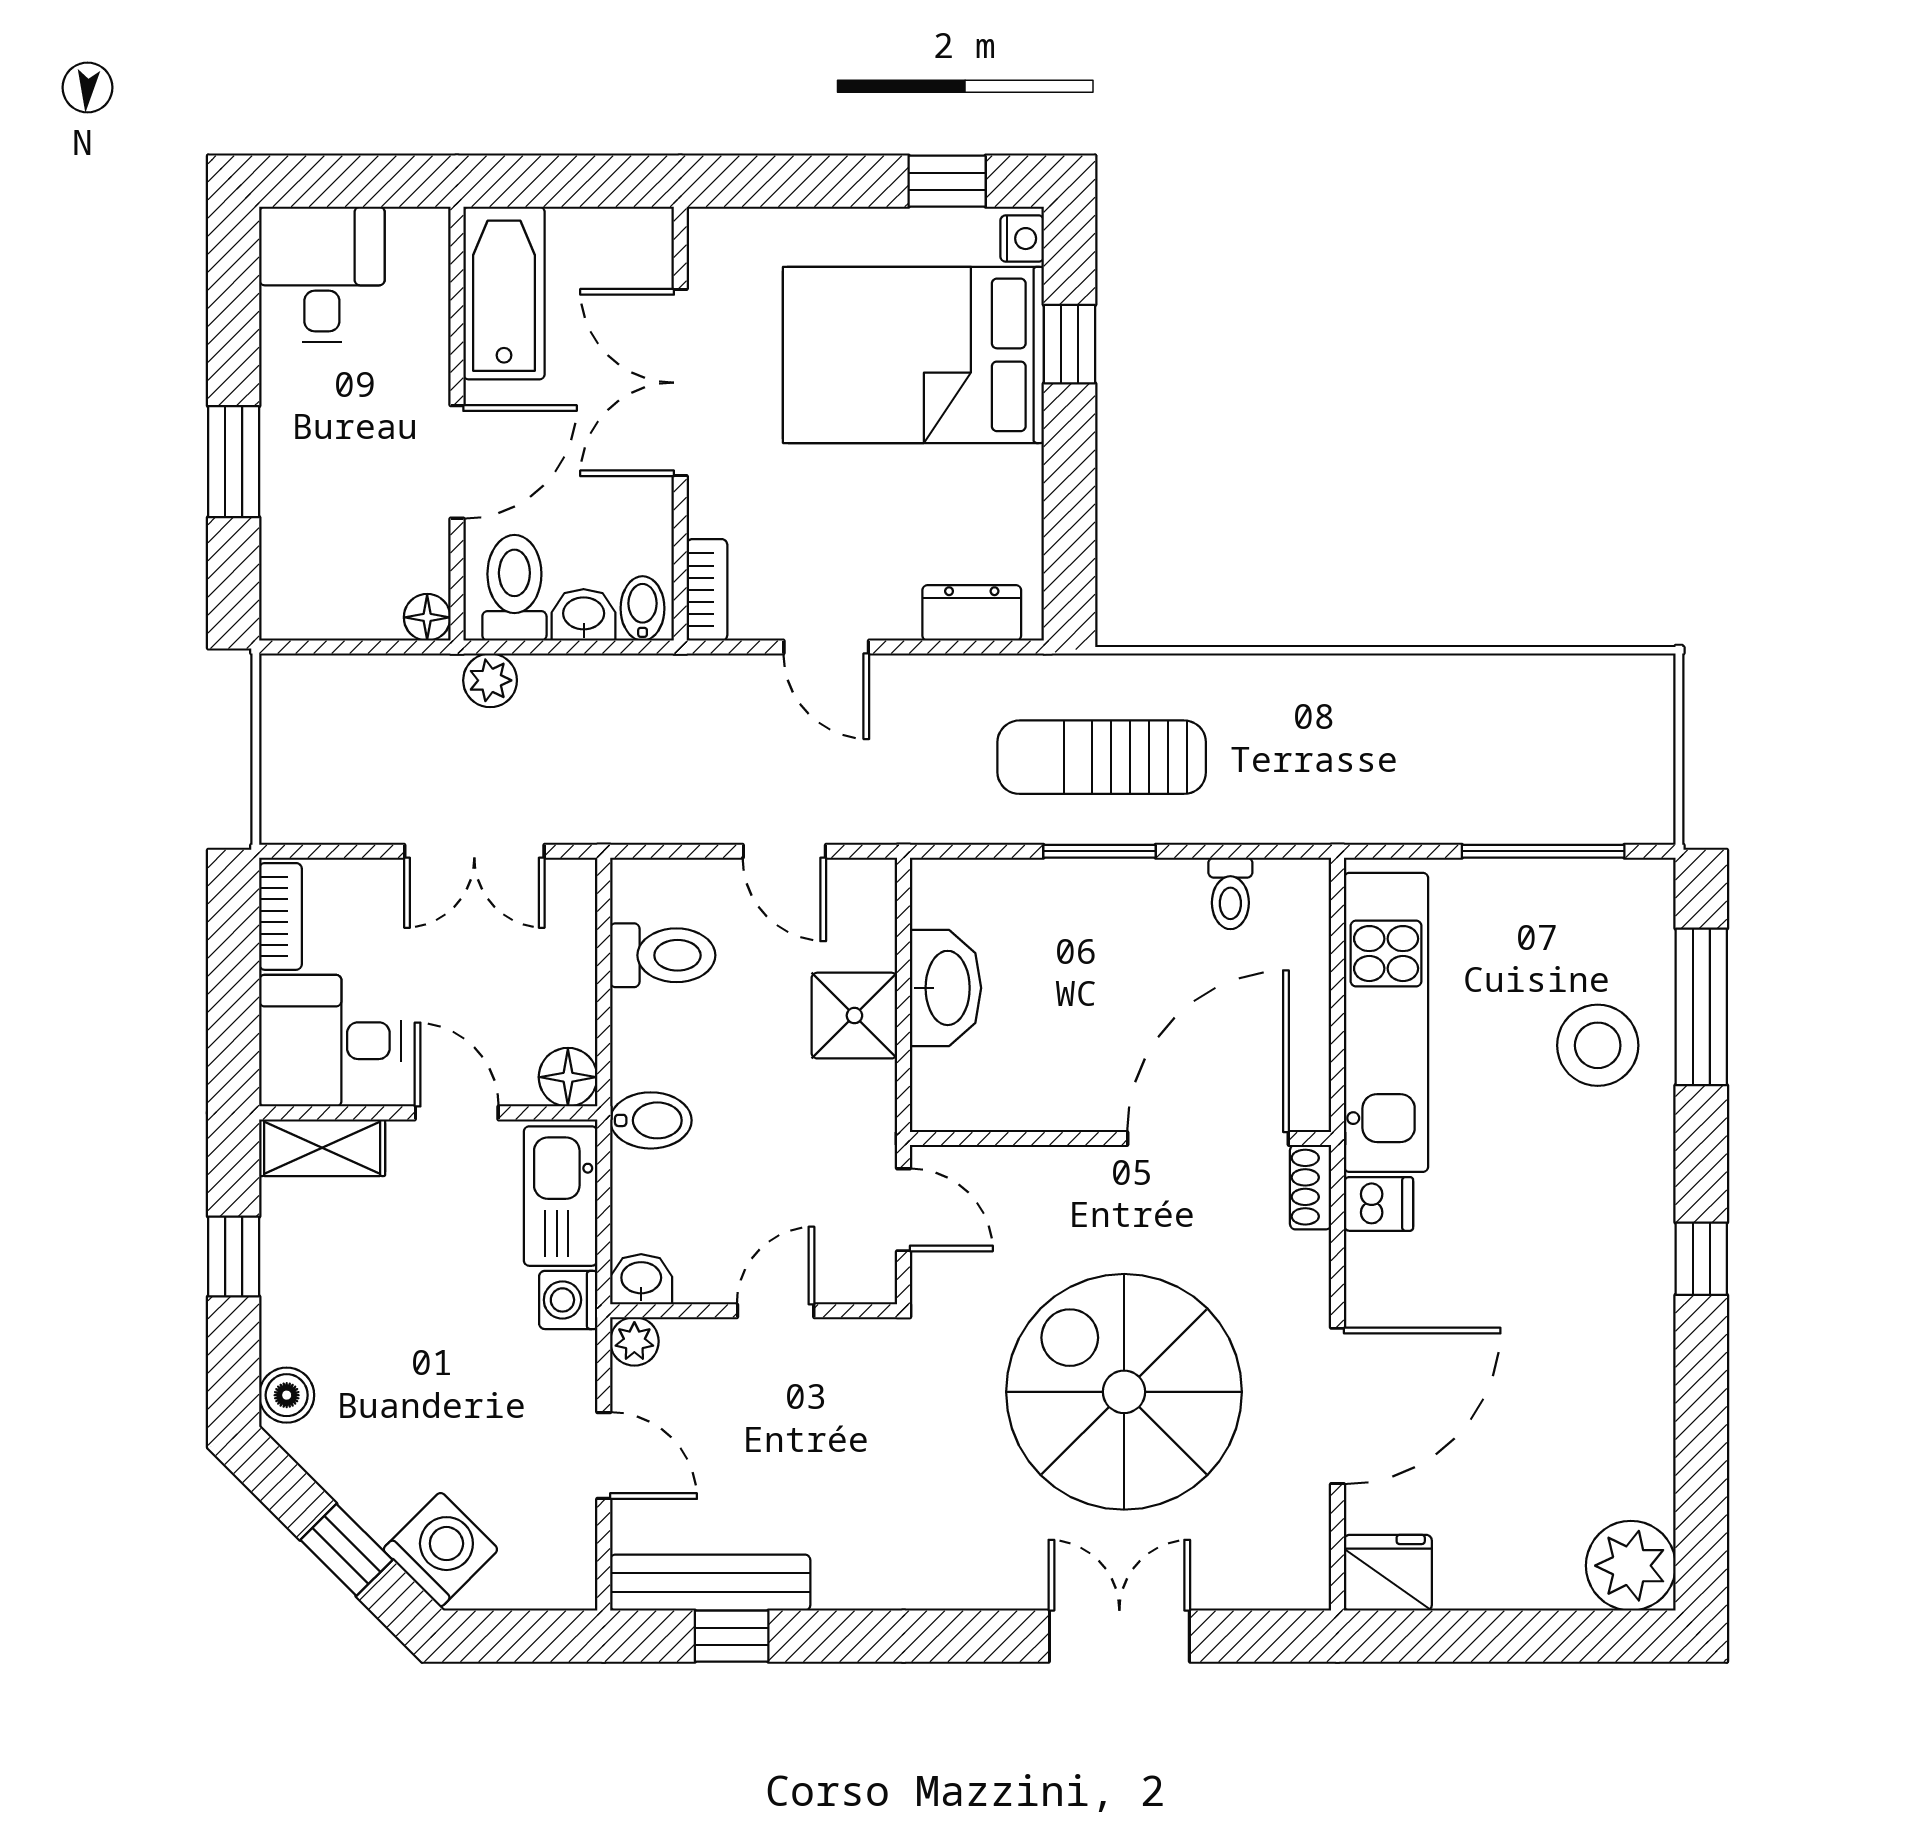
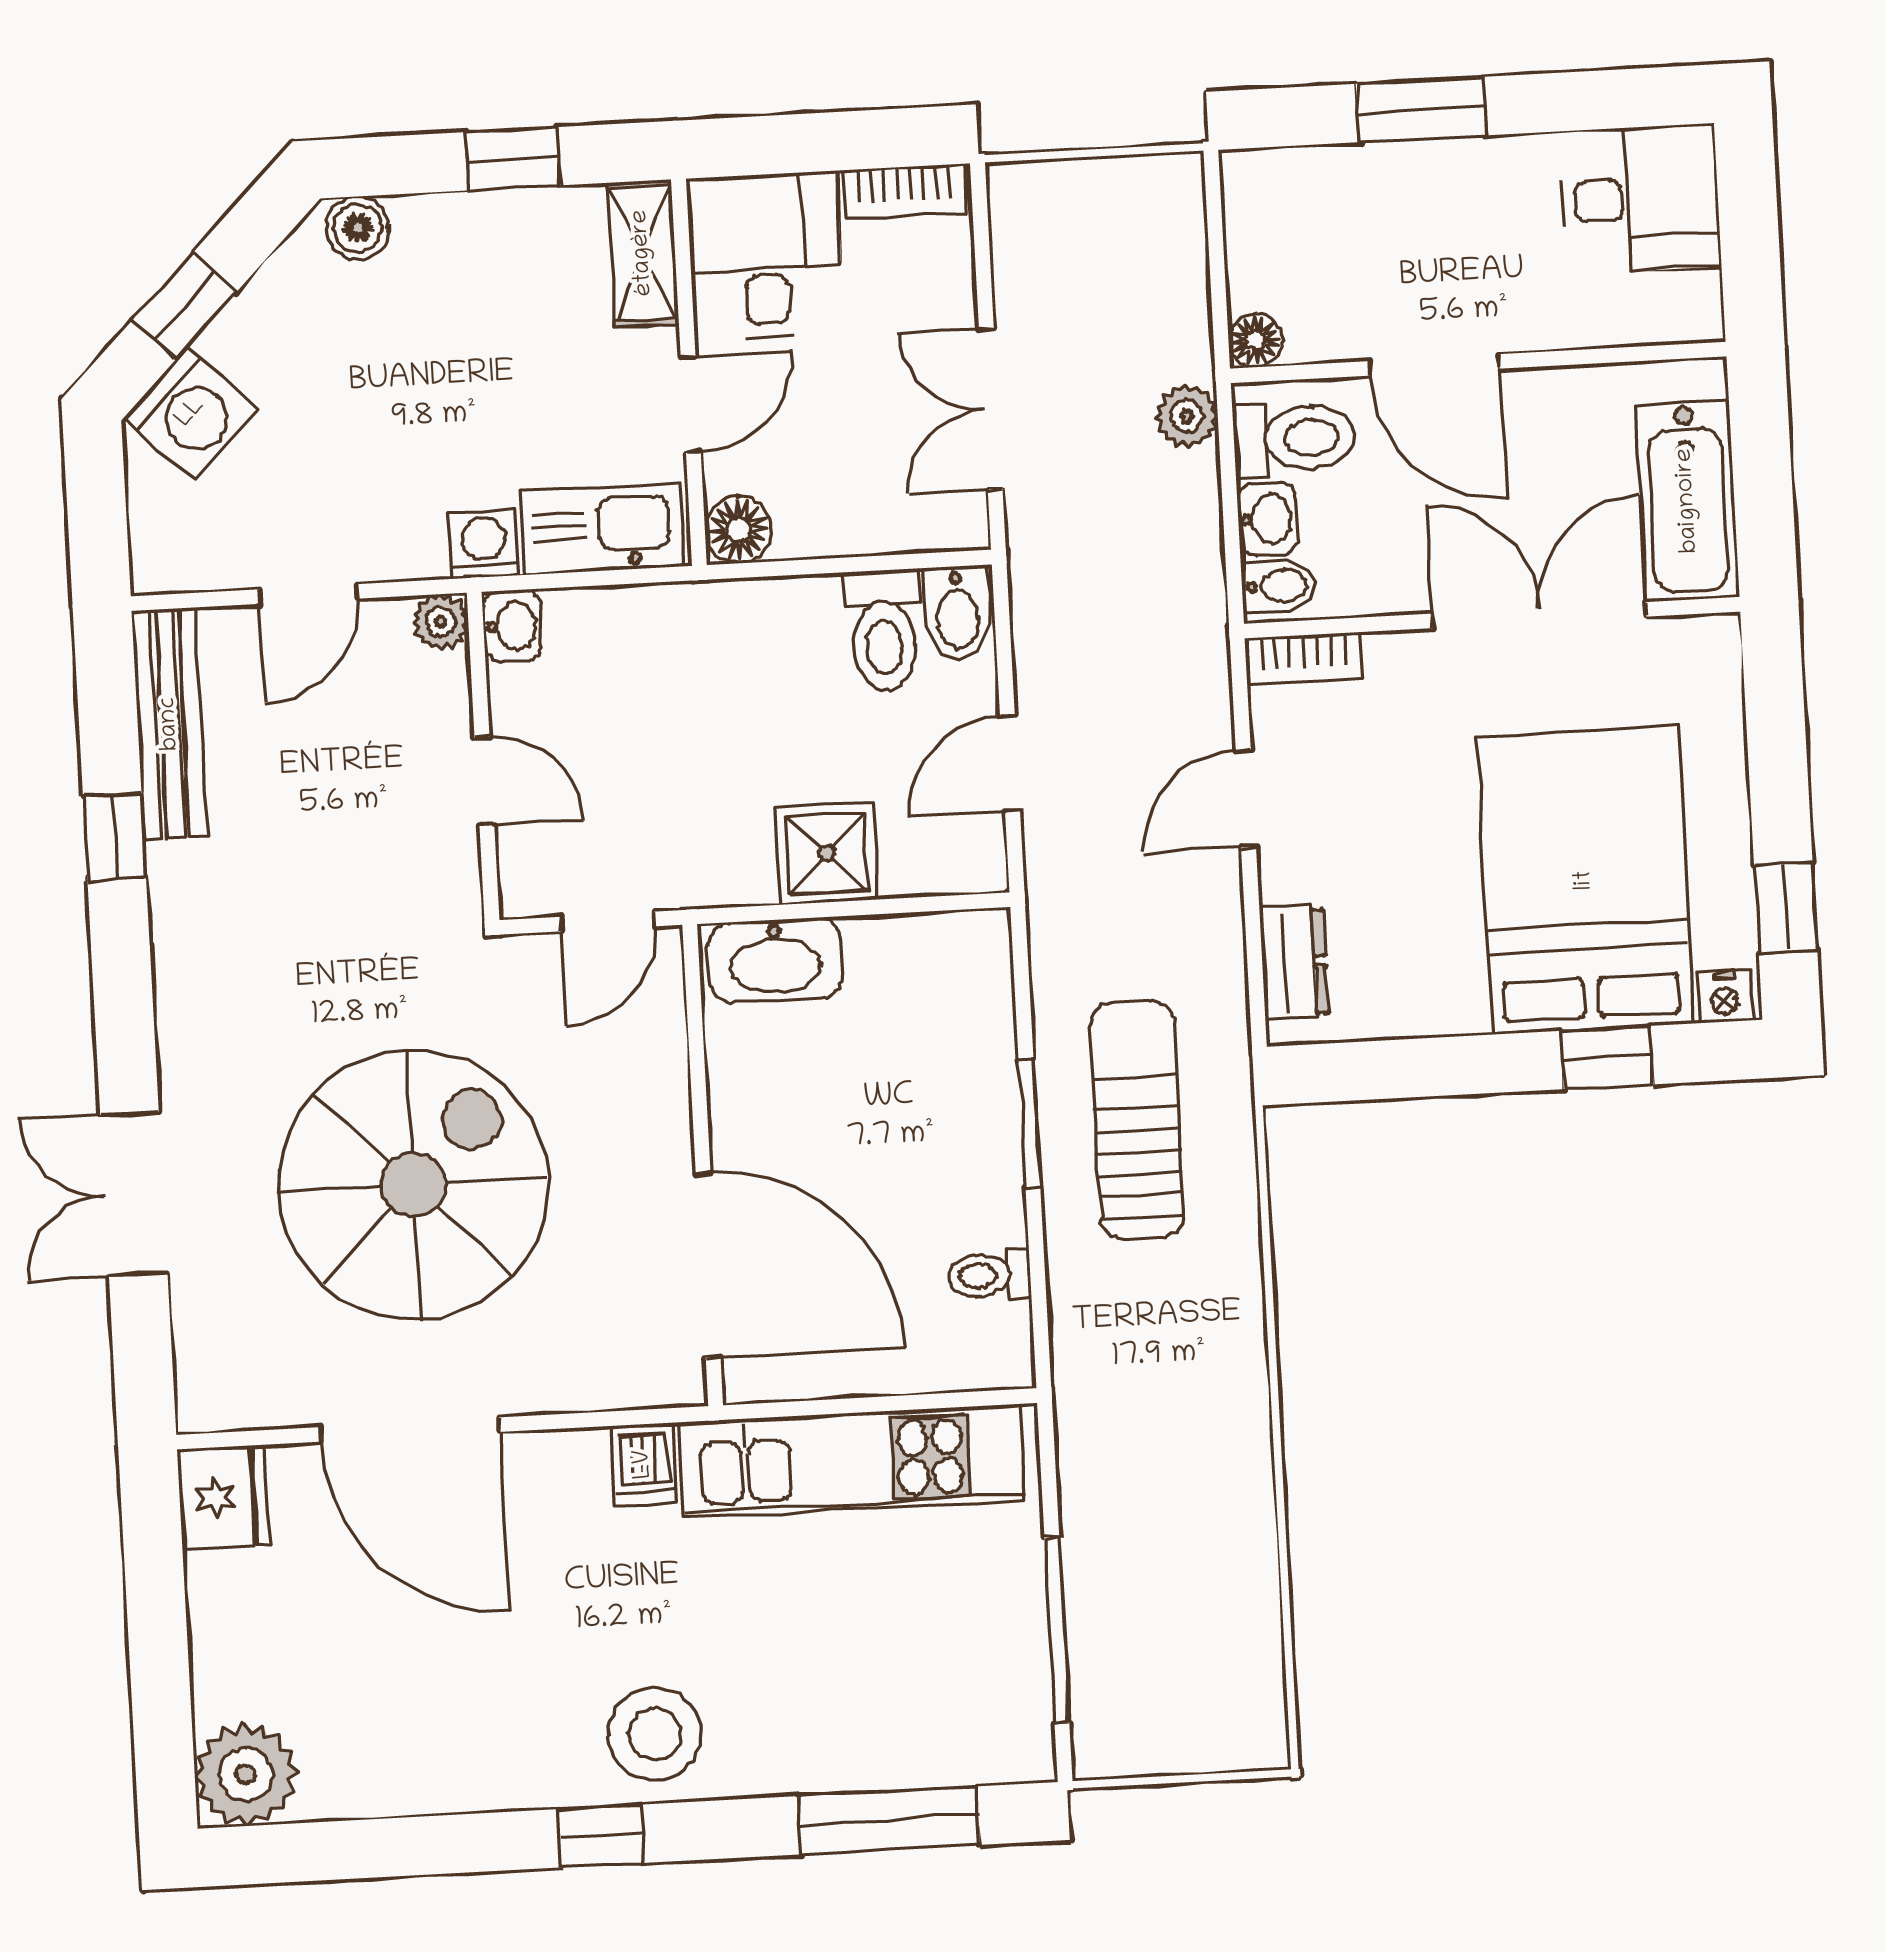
bathtub: (504, 293) -> (1688, 501), moved, turned 90
washbasin: (946, 988) -> (775, 960), moved
stool: (1598, 1045) -> (655, 1734), moved
bidet: (651, 1120) -> (957, 613), moved
shoe rack: (1311, 1187) -> (659, 1385), removed
window: (732, 1636) -> (114, 837), moved
double door: (1119, 1636) -> (134, 1194), swing flipped

